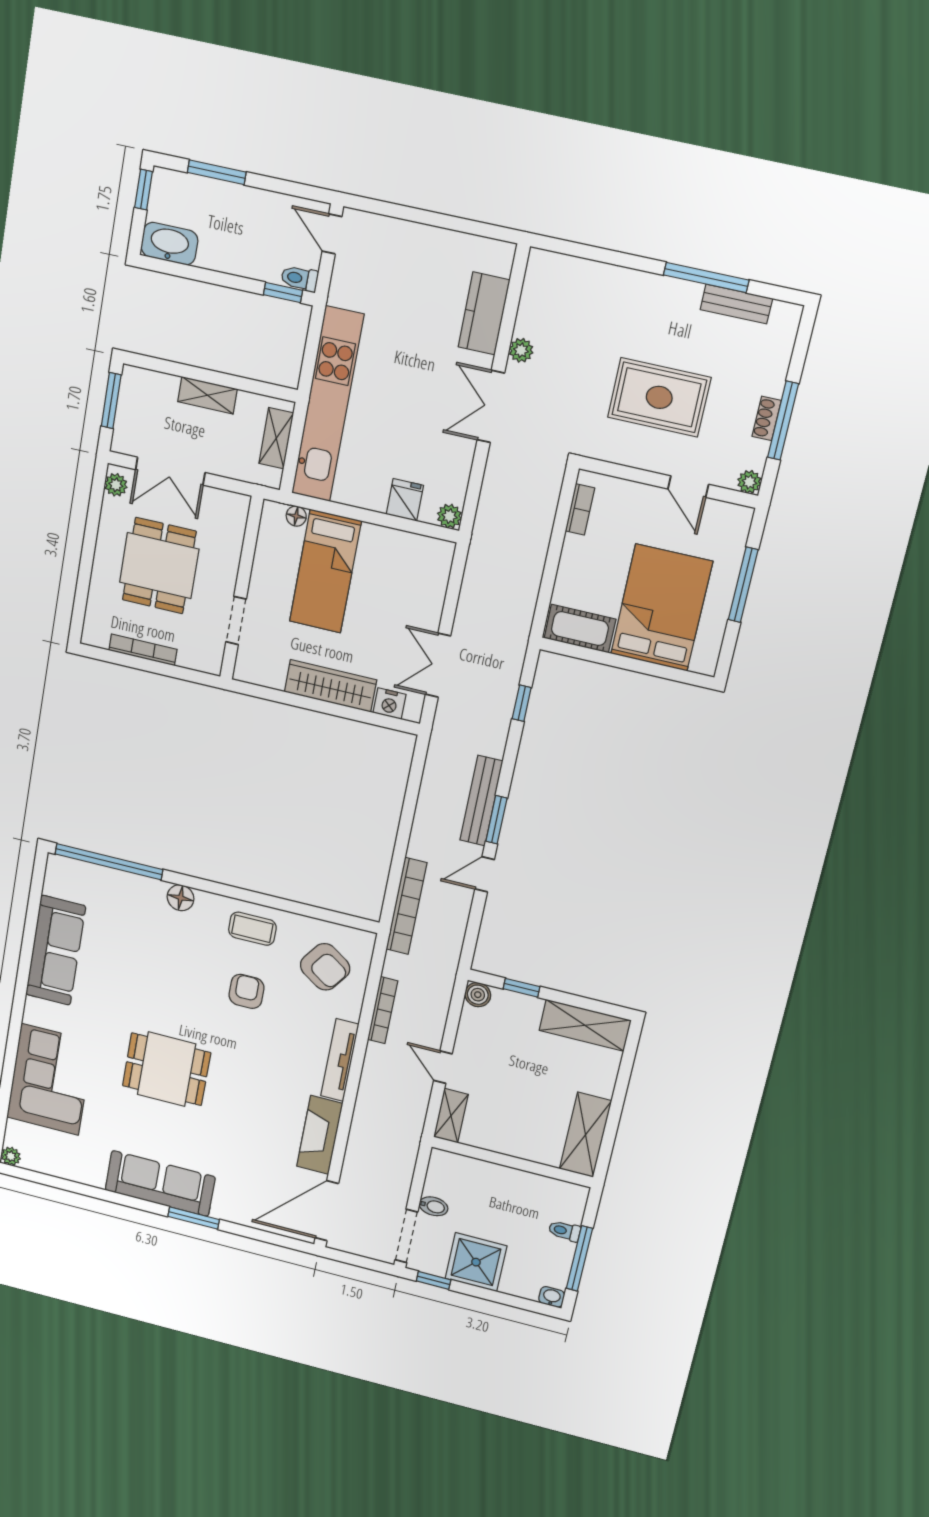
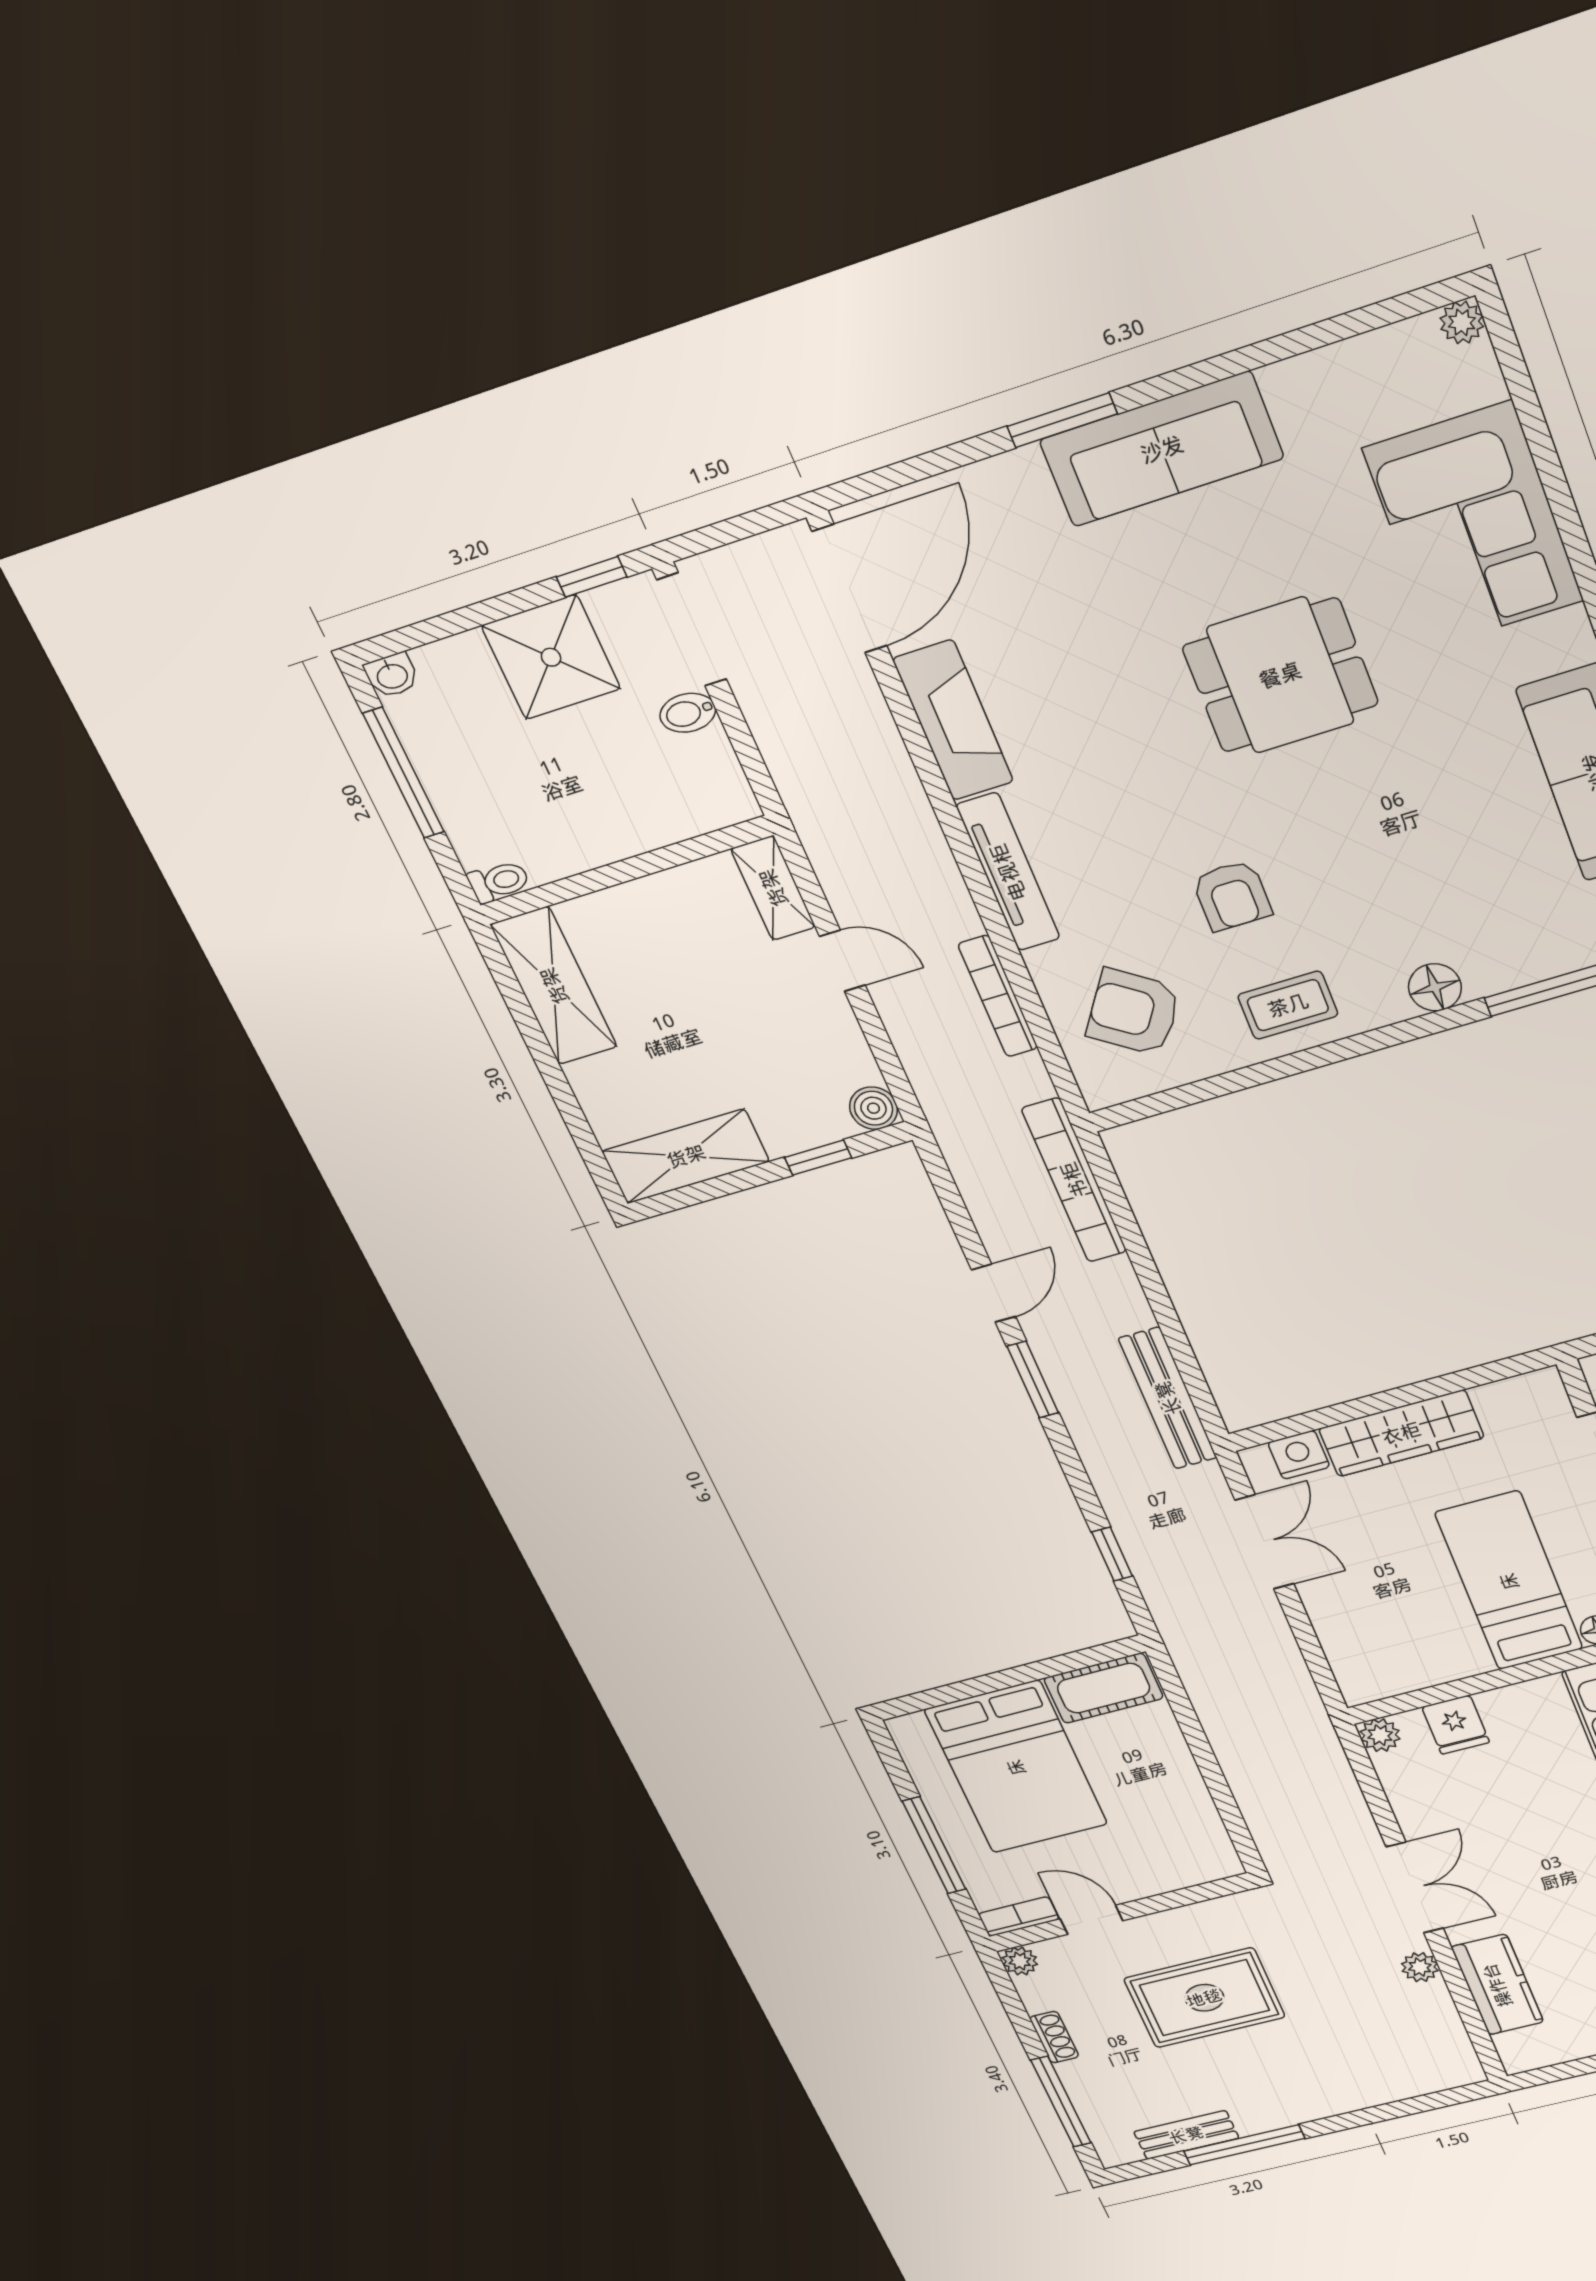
window: (783, 421) -> (1061, 2102), moved
bookcase: (580, 509) -> (1019, 1916), moved, turned 90
bench: (481, 801) -> (1168, 1398), moved
toilet: (564, 1231) -> (499, 881), moved

